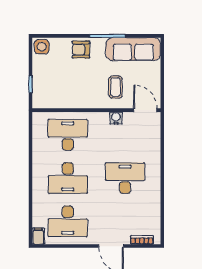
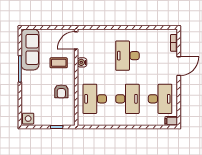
armchair: (81, 50) -> (61, 91), moved

